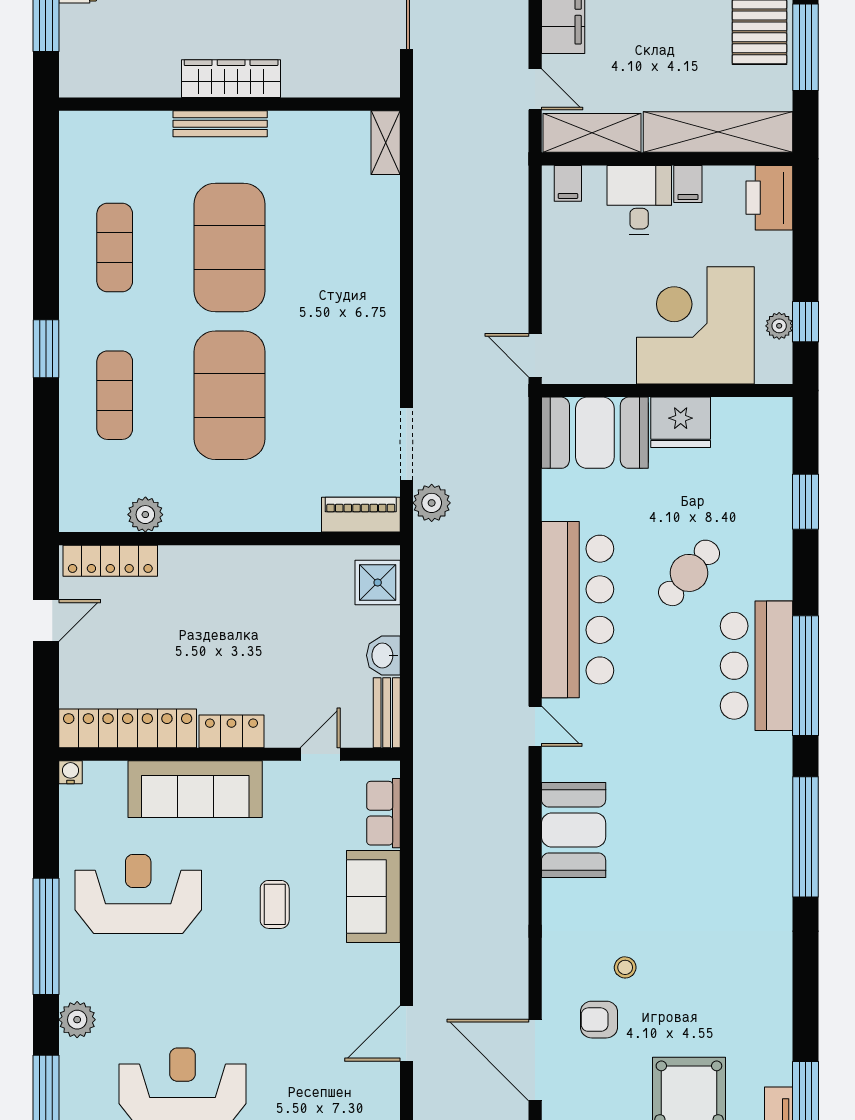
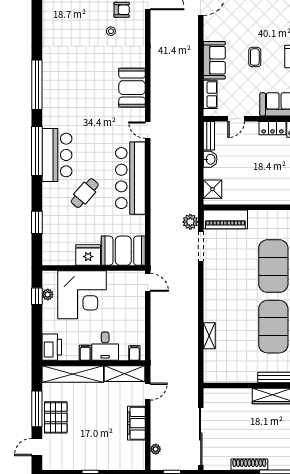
door: (535, 89) -> (148, 392), swing flipped
shelving: (386, 143) -> (209, 336), moved
piano: (361, 515) -> (225, 219), width x1.37, depth x1.33

